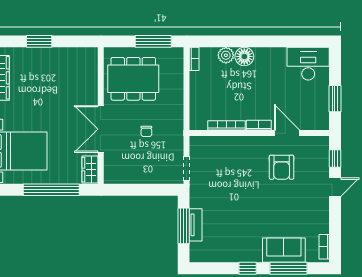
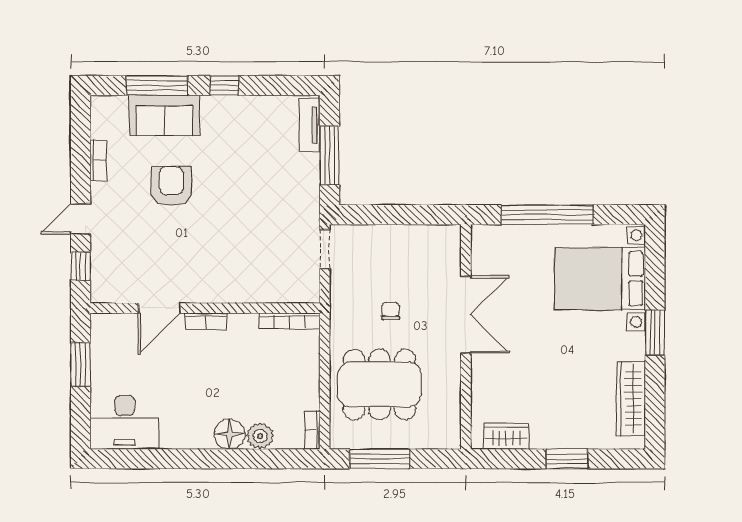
dining table: (133, 79) -> (379, 385), moved
bookcase: (227, 125) -> (289, 321), moved
door: (287, 133) -> (159, 308), hinge flipped
armchair: (282, 167) -> (171, 186), moved
wardrobe: (90, 170) -> (506, 436), moved, turned -90
tv unit: (196, 225) -> (310, 125), moved
bookcase: (324, 247) -> (98, 160), moved

